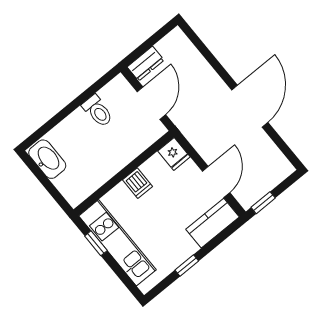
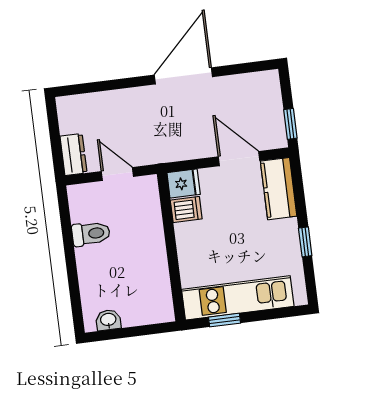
door: (151, 103) -> (117, 174), width x0.73
door: (250, 106) -> (183, 76), hinge flipped
washbasin: (47, 159) -> (108, 320), width x0.52, depth x0.69
dishwasher: (138, 183) -> (186, 210), moved

